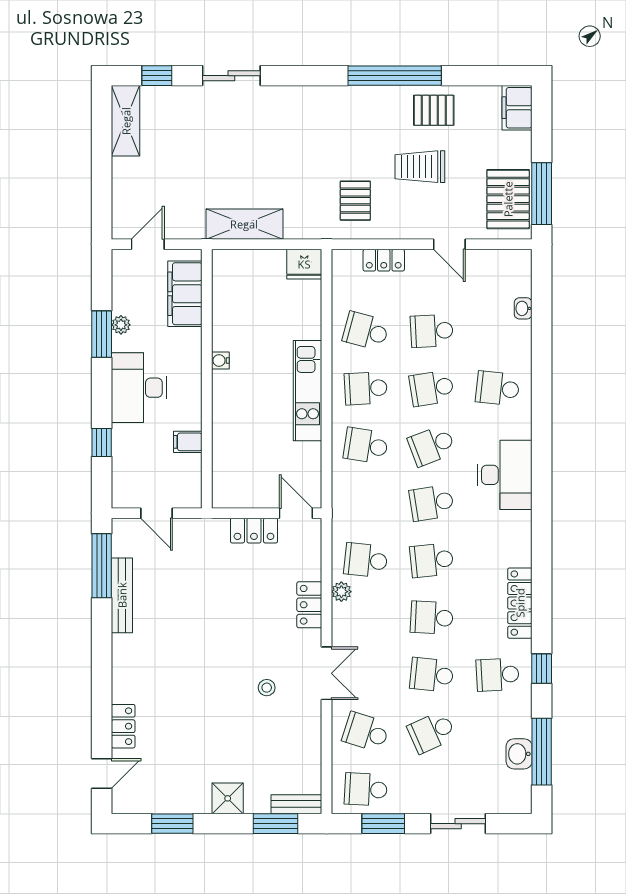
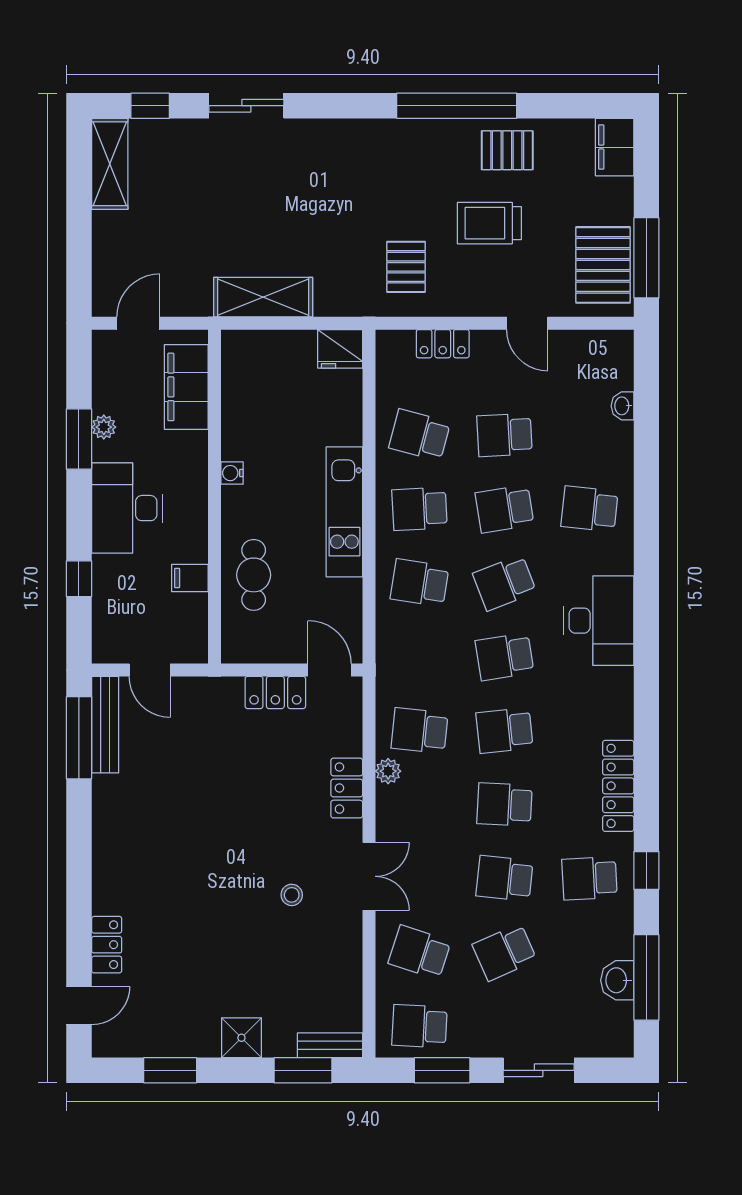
cafe table: (237, 440) -> (254, 575), added
bench: (122, 595) -> (105, 725), moved

